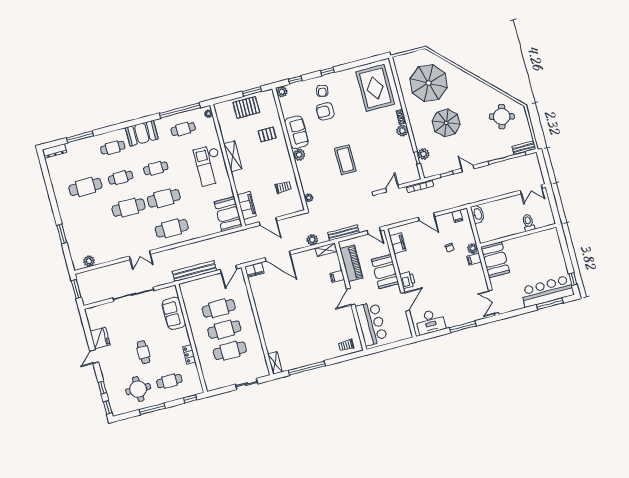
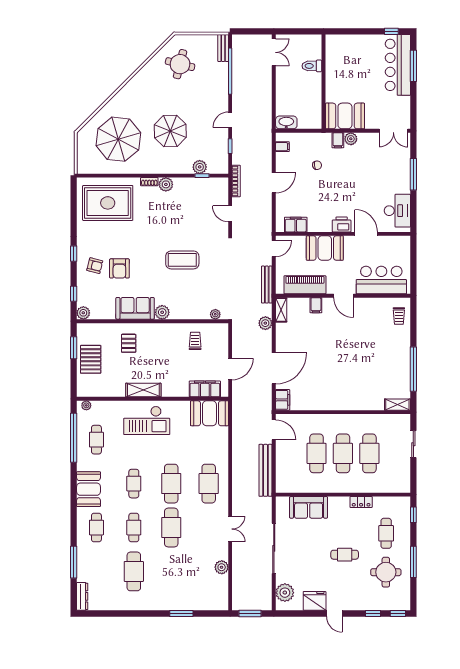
plant: (473, 248) -> (351, 139), moved
plant: (89, 261) -> (222, 567), moved
plant: (100, 312) -> (285, 593), added

